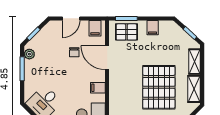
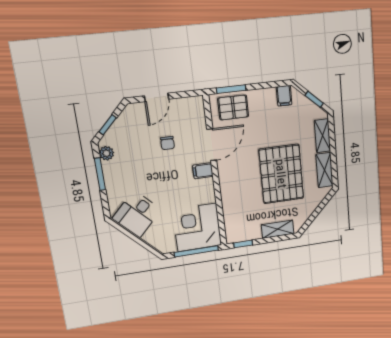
filing cabinet: (95, 28) -> (191, 107), removed
filing cabinet: (153, 28) -> (284, 96), moved
door: (107, 58) -> (212, 145), swing flipped
filing cabinet: (98, 88) -> (203, 171), moved

